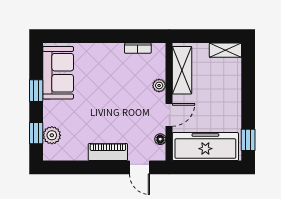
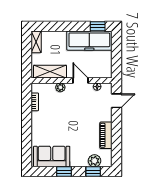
freezer: (205, 147) -> (89, 41), moved, turned -90
piano: (108, 152) -> (106, 135), moved

